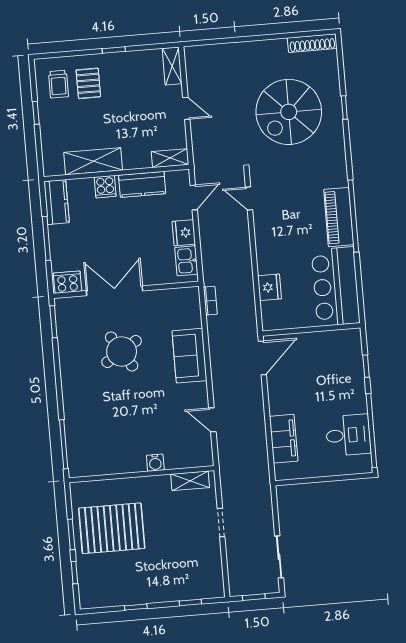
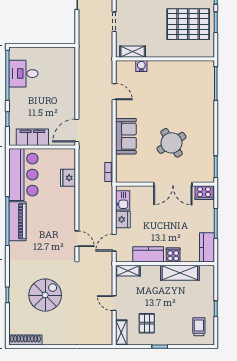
pallet: (88, 83) -> (147, 323), moved
spiral stairs: (289, 112) -> (45, 295), width x0.73, depth x0.73
filing cabinet: (284, 439) -> (32, 137), moved, turned 90
water cooler: (155, 463) -> (141, 66), moved

